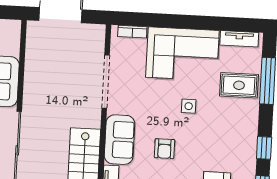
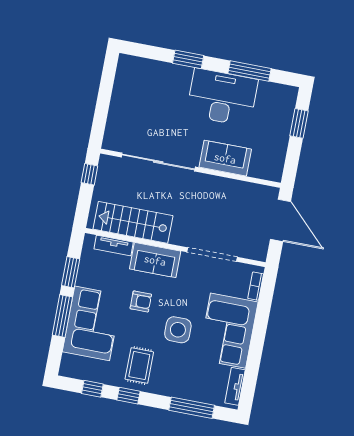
rug: (239, 85) -> (139, 366), moved
side table: (189, 106) -> (178, 330), width x1.87, depth x1.87
armchair: (164, 149) -> (141, 301), turned 180

